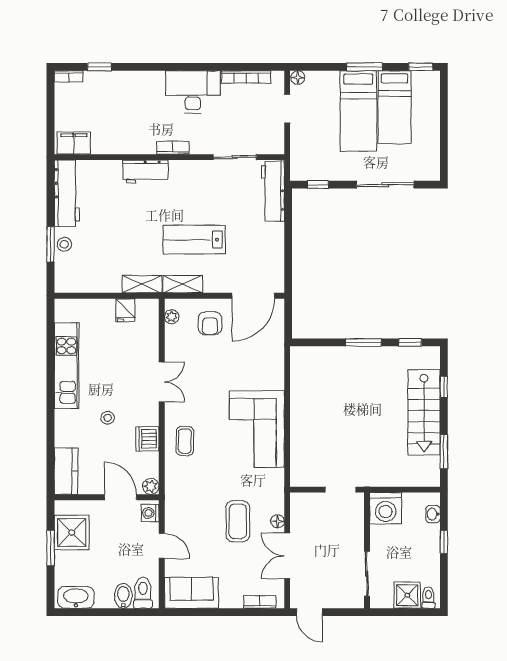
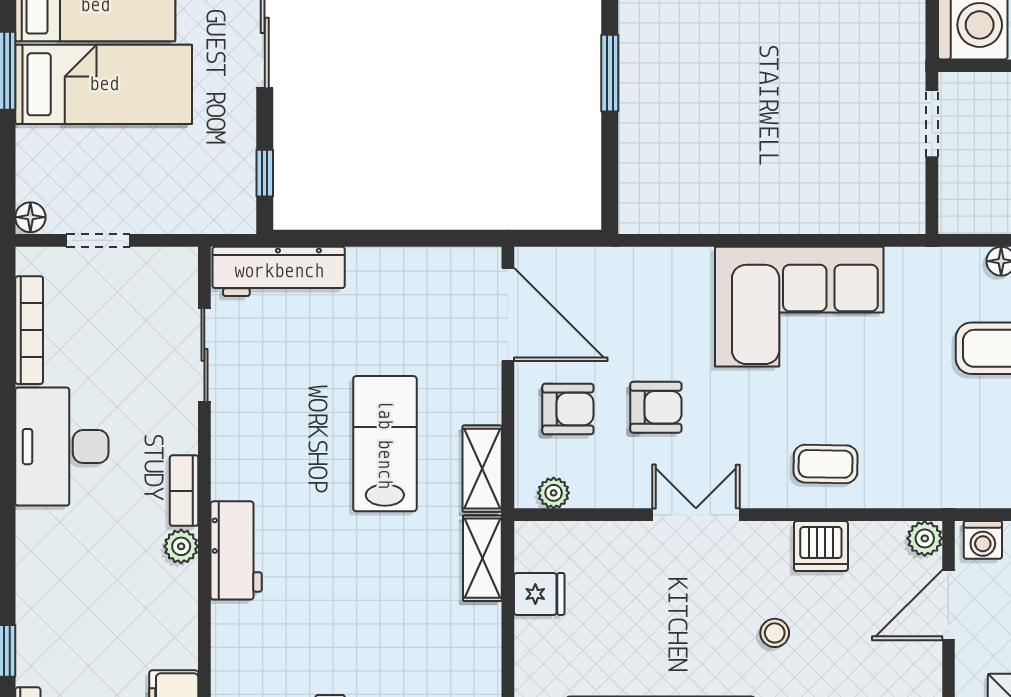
plant: (147, 146) -> (181, 546), added
lab bench: (194, 240) -> (385, 444), turned 180
armchair: (211, 363) -> (656, 407), added

